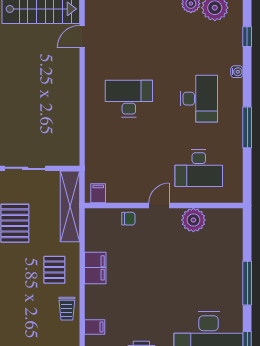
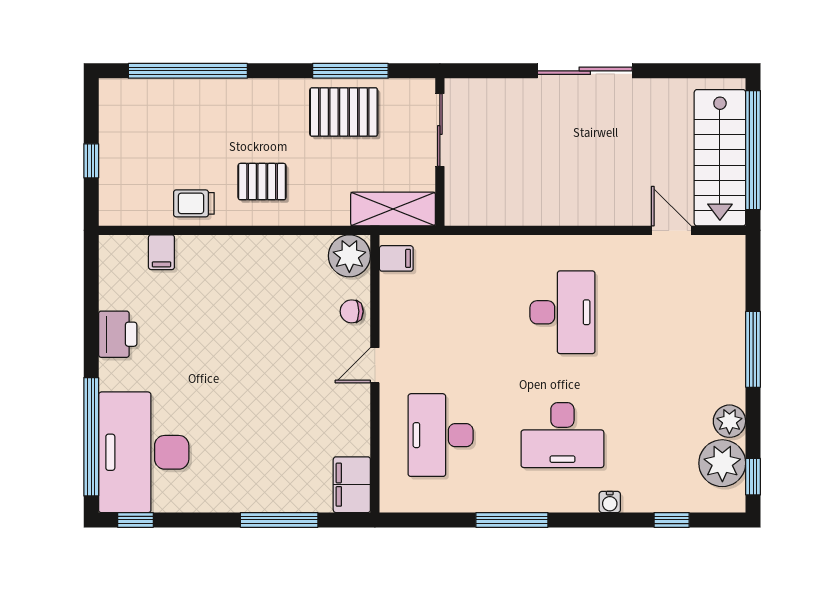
door: (159, 205) -> (375, 365), swing flipped
shelving: (70, 206) -> (393, 209), width x0.68
chair: (128, 219) -> (352, 311), turned 90
plant: (193, 220) -> (349, 256), moved
filing cabinet: (95, 268) -> (352, 485), moved, turned 90
window: (247, 283) -> (279, 520), moved

